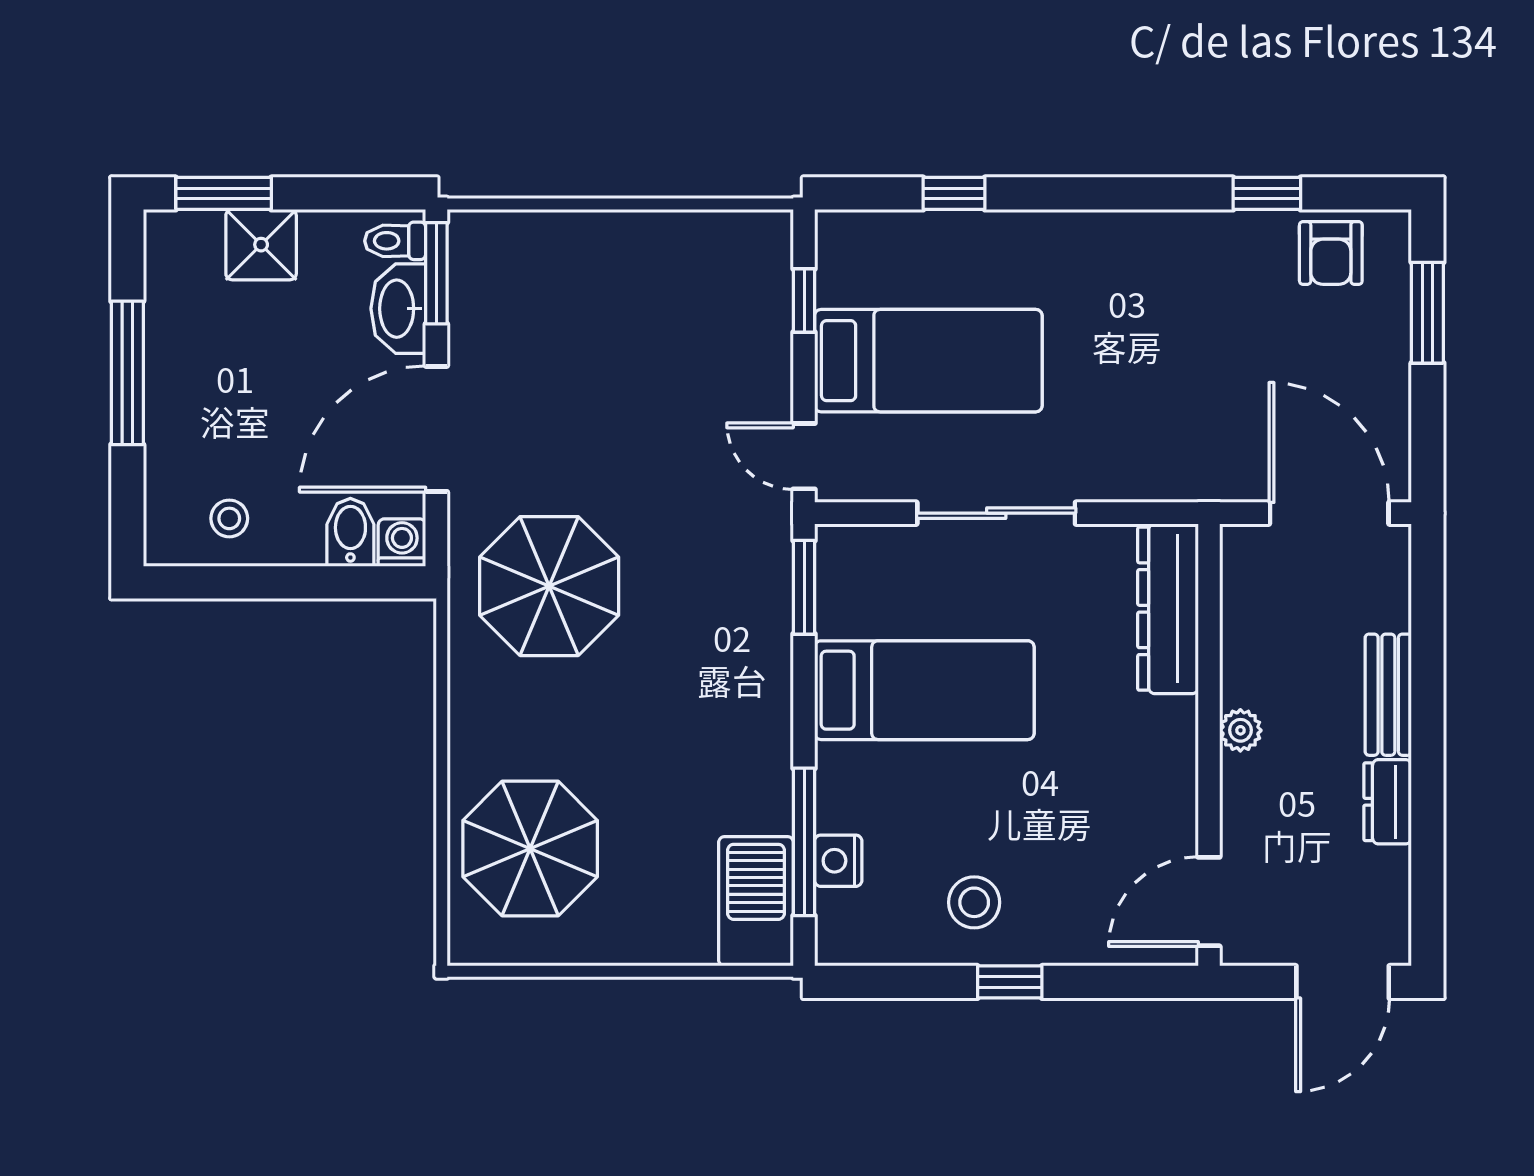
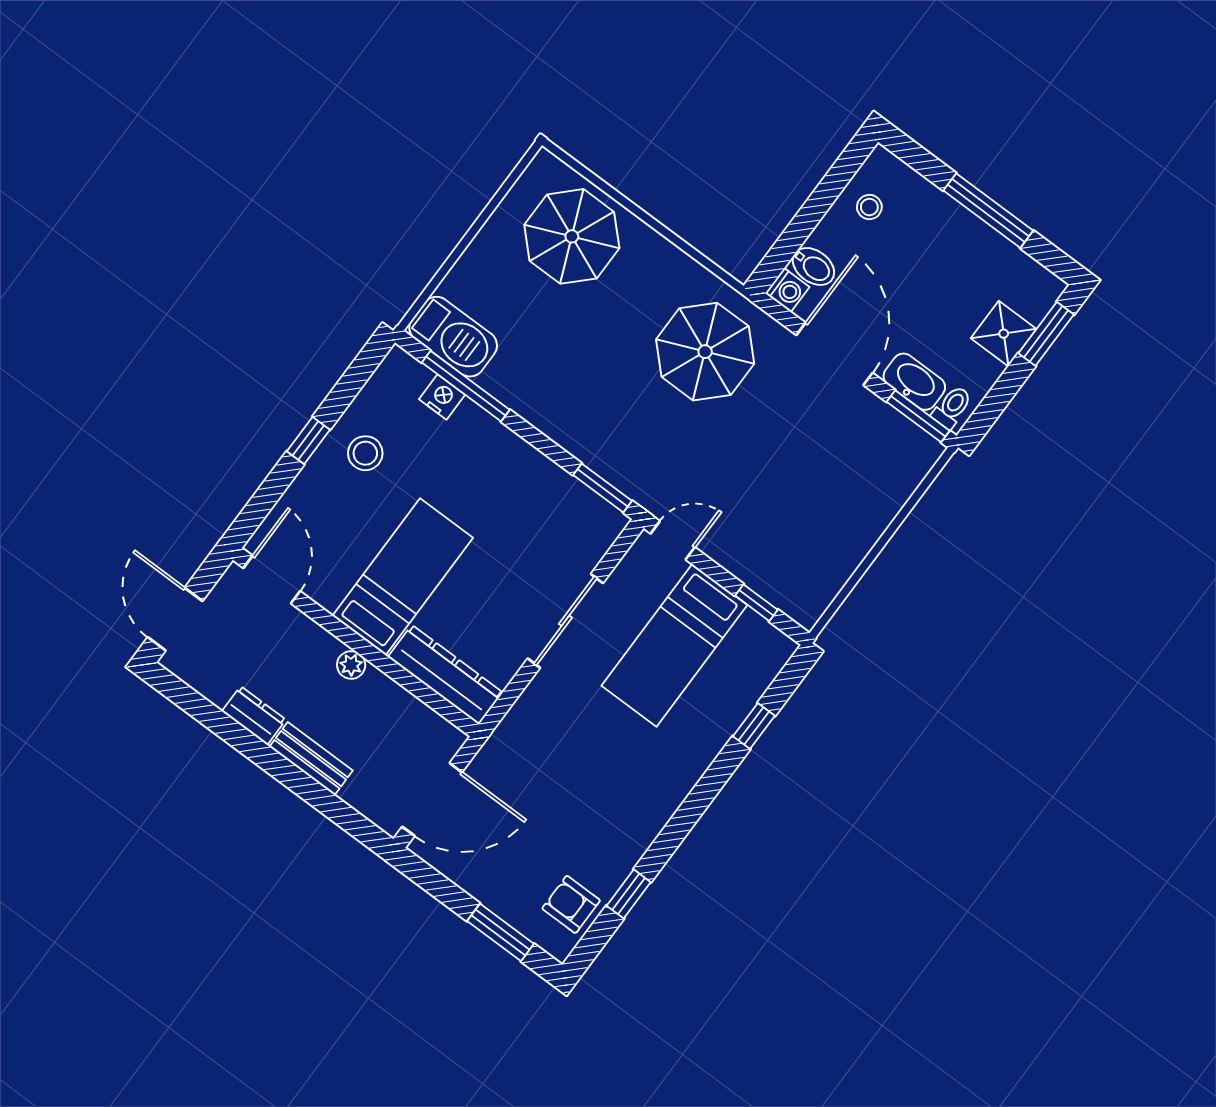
bed: (924, 690) -> (403, 577), moved, turned 180

